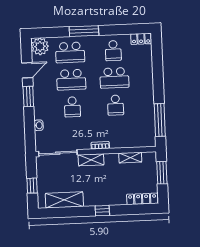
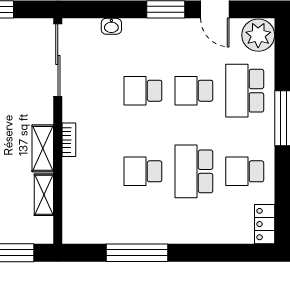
school desk: (71, 80) -> (194, 91), width x0.54
window: (160, 120) -> (137, 253), moved
shelving: (91, 160) -> (43, 148), moved

